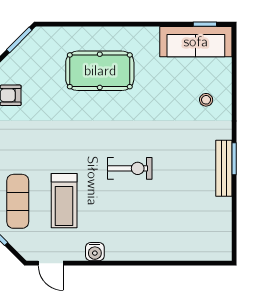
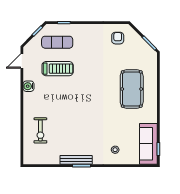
exercise bike: (130, 168) -> (40, 130), moved
treadmill: (64, 201) -> (58, 69), turned 180

